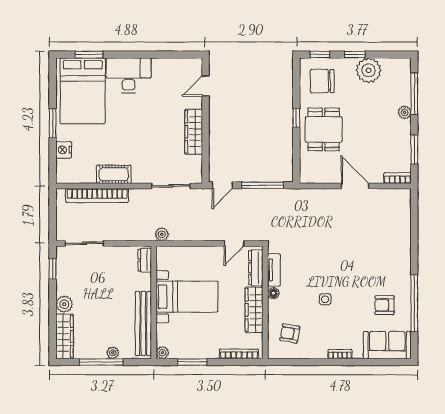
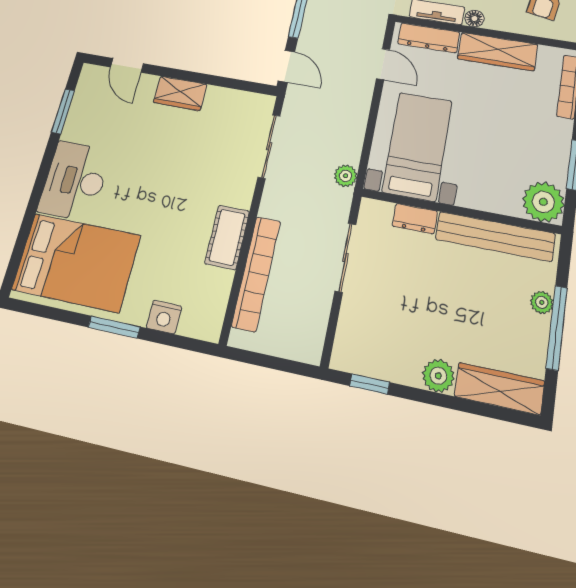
window: (89, 55) -> (63, 111), moved
wardrobe: (194, 132) -> (180, 93), width x0.67
sliding door: (84, 243) -> (345, 257), moved
dresser: (145, 260) -> (415, 219), moved
bed with nightstands: (187, 297) -> (417, 146), moved
plant: (162, 353) -> (543, 202), width x1.87, depth x1.87

